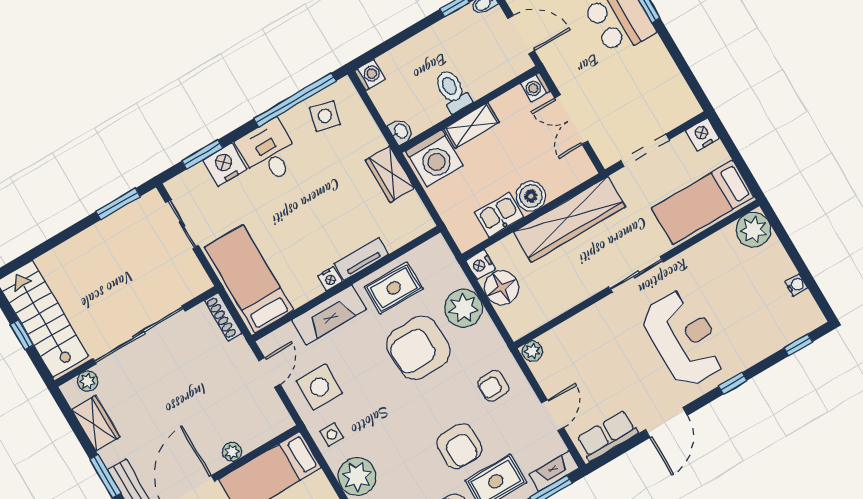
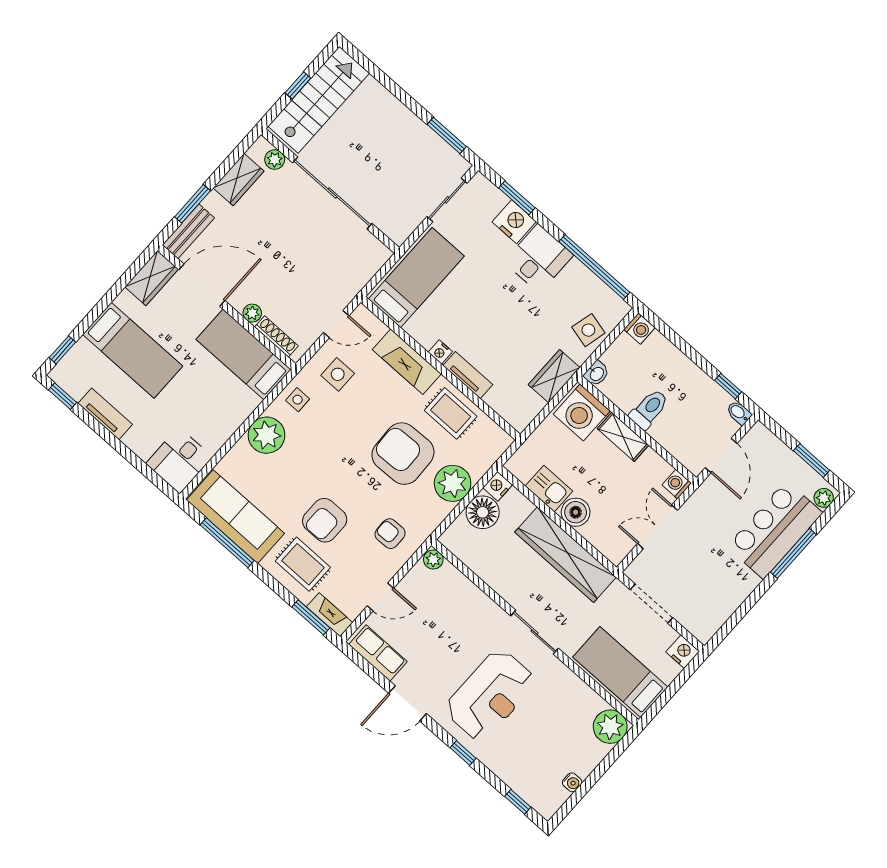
side table: (325, 116) -> (588, 330), moved
shoe rack: (223, 317) -> (276, 336), moved, turned 90
side table: (319, 387) -> (338, 374), width x0.73, depth x0.73

